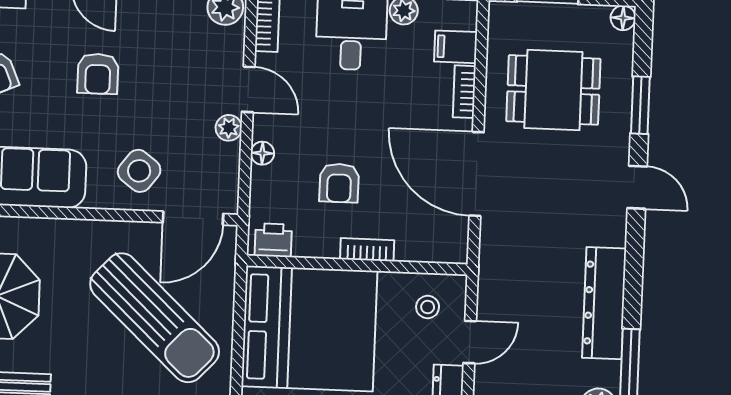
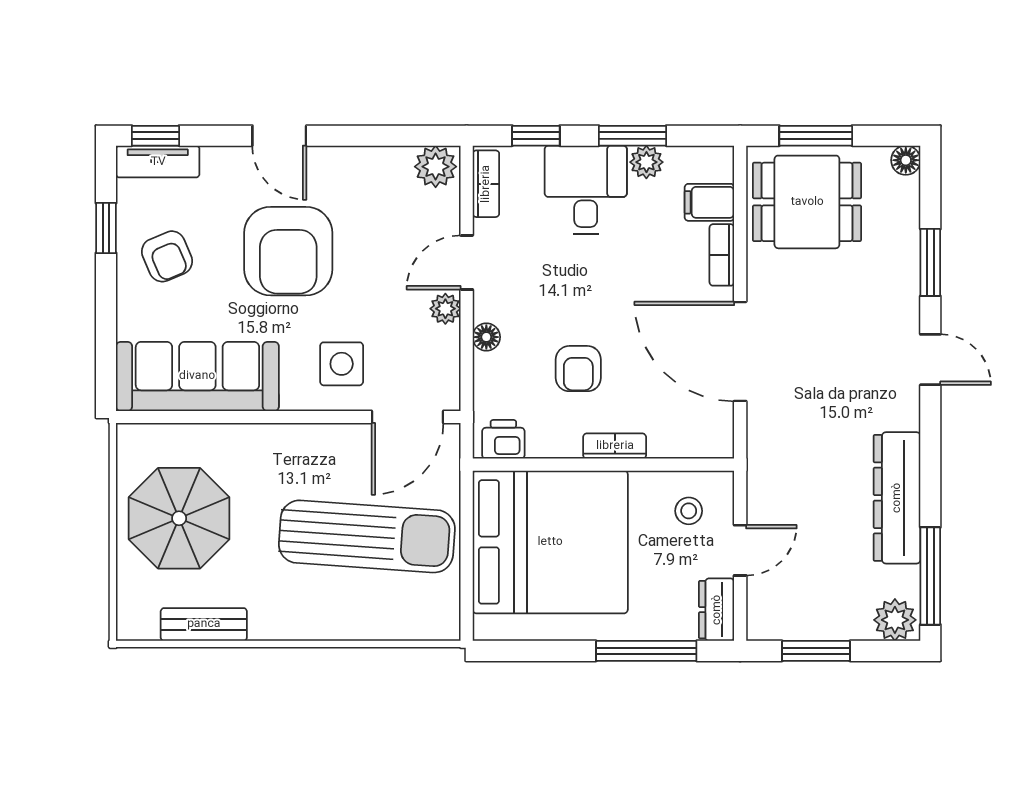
armchair: (98, 74) -> (288, 251), width x1.88, depth x1.88
door: (248, 89) -> (467, 262), swing flipped
dining table: (553, 90) -> (807, 202), moved
side table: (139, 171) -> (342, 364), turned -37
sun lounger: (155, 318) -> (367, 536), turned -39

